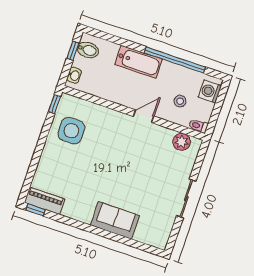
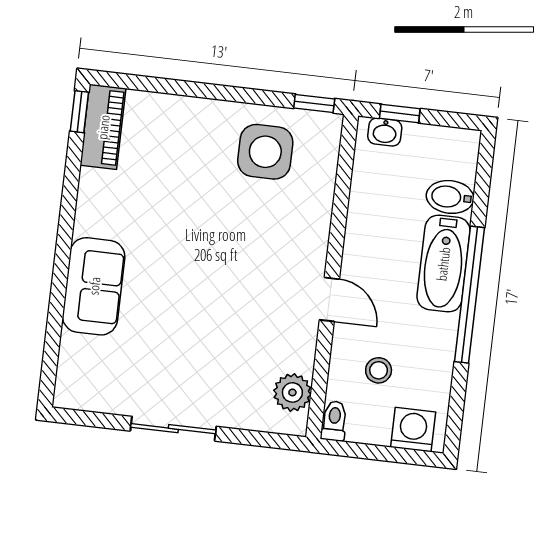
bidet: (88, 50) -> (450, 197), moved, turned 90
window: (73, 51) -> (400, 113), moved
window: (175, 60) -> (469, 295), moved

